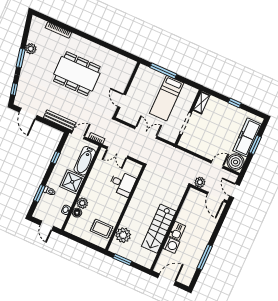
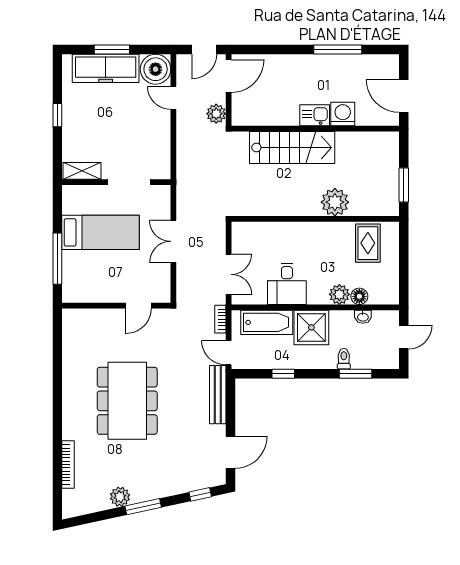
desk: (122, 184) -> (287, 284), moved, turned 180
stairs: (159, 229) -> (292, 147), moved
plant: (123, 235) -> (335, 202), moved

